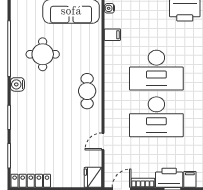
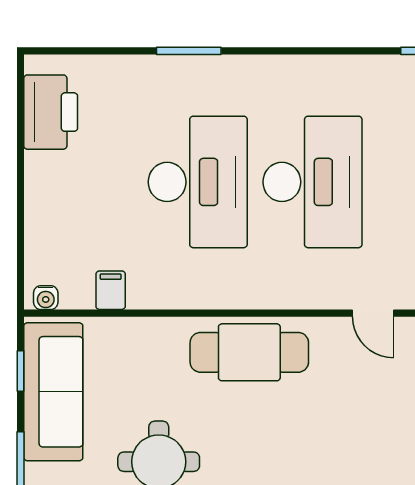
cafe table: (87, 91) -> (249, 352), width x1.37, depth x1.35

